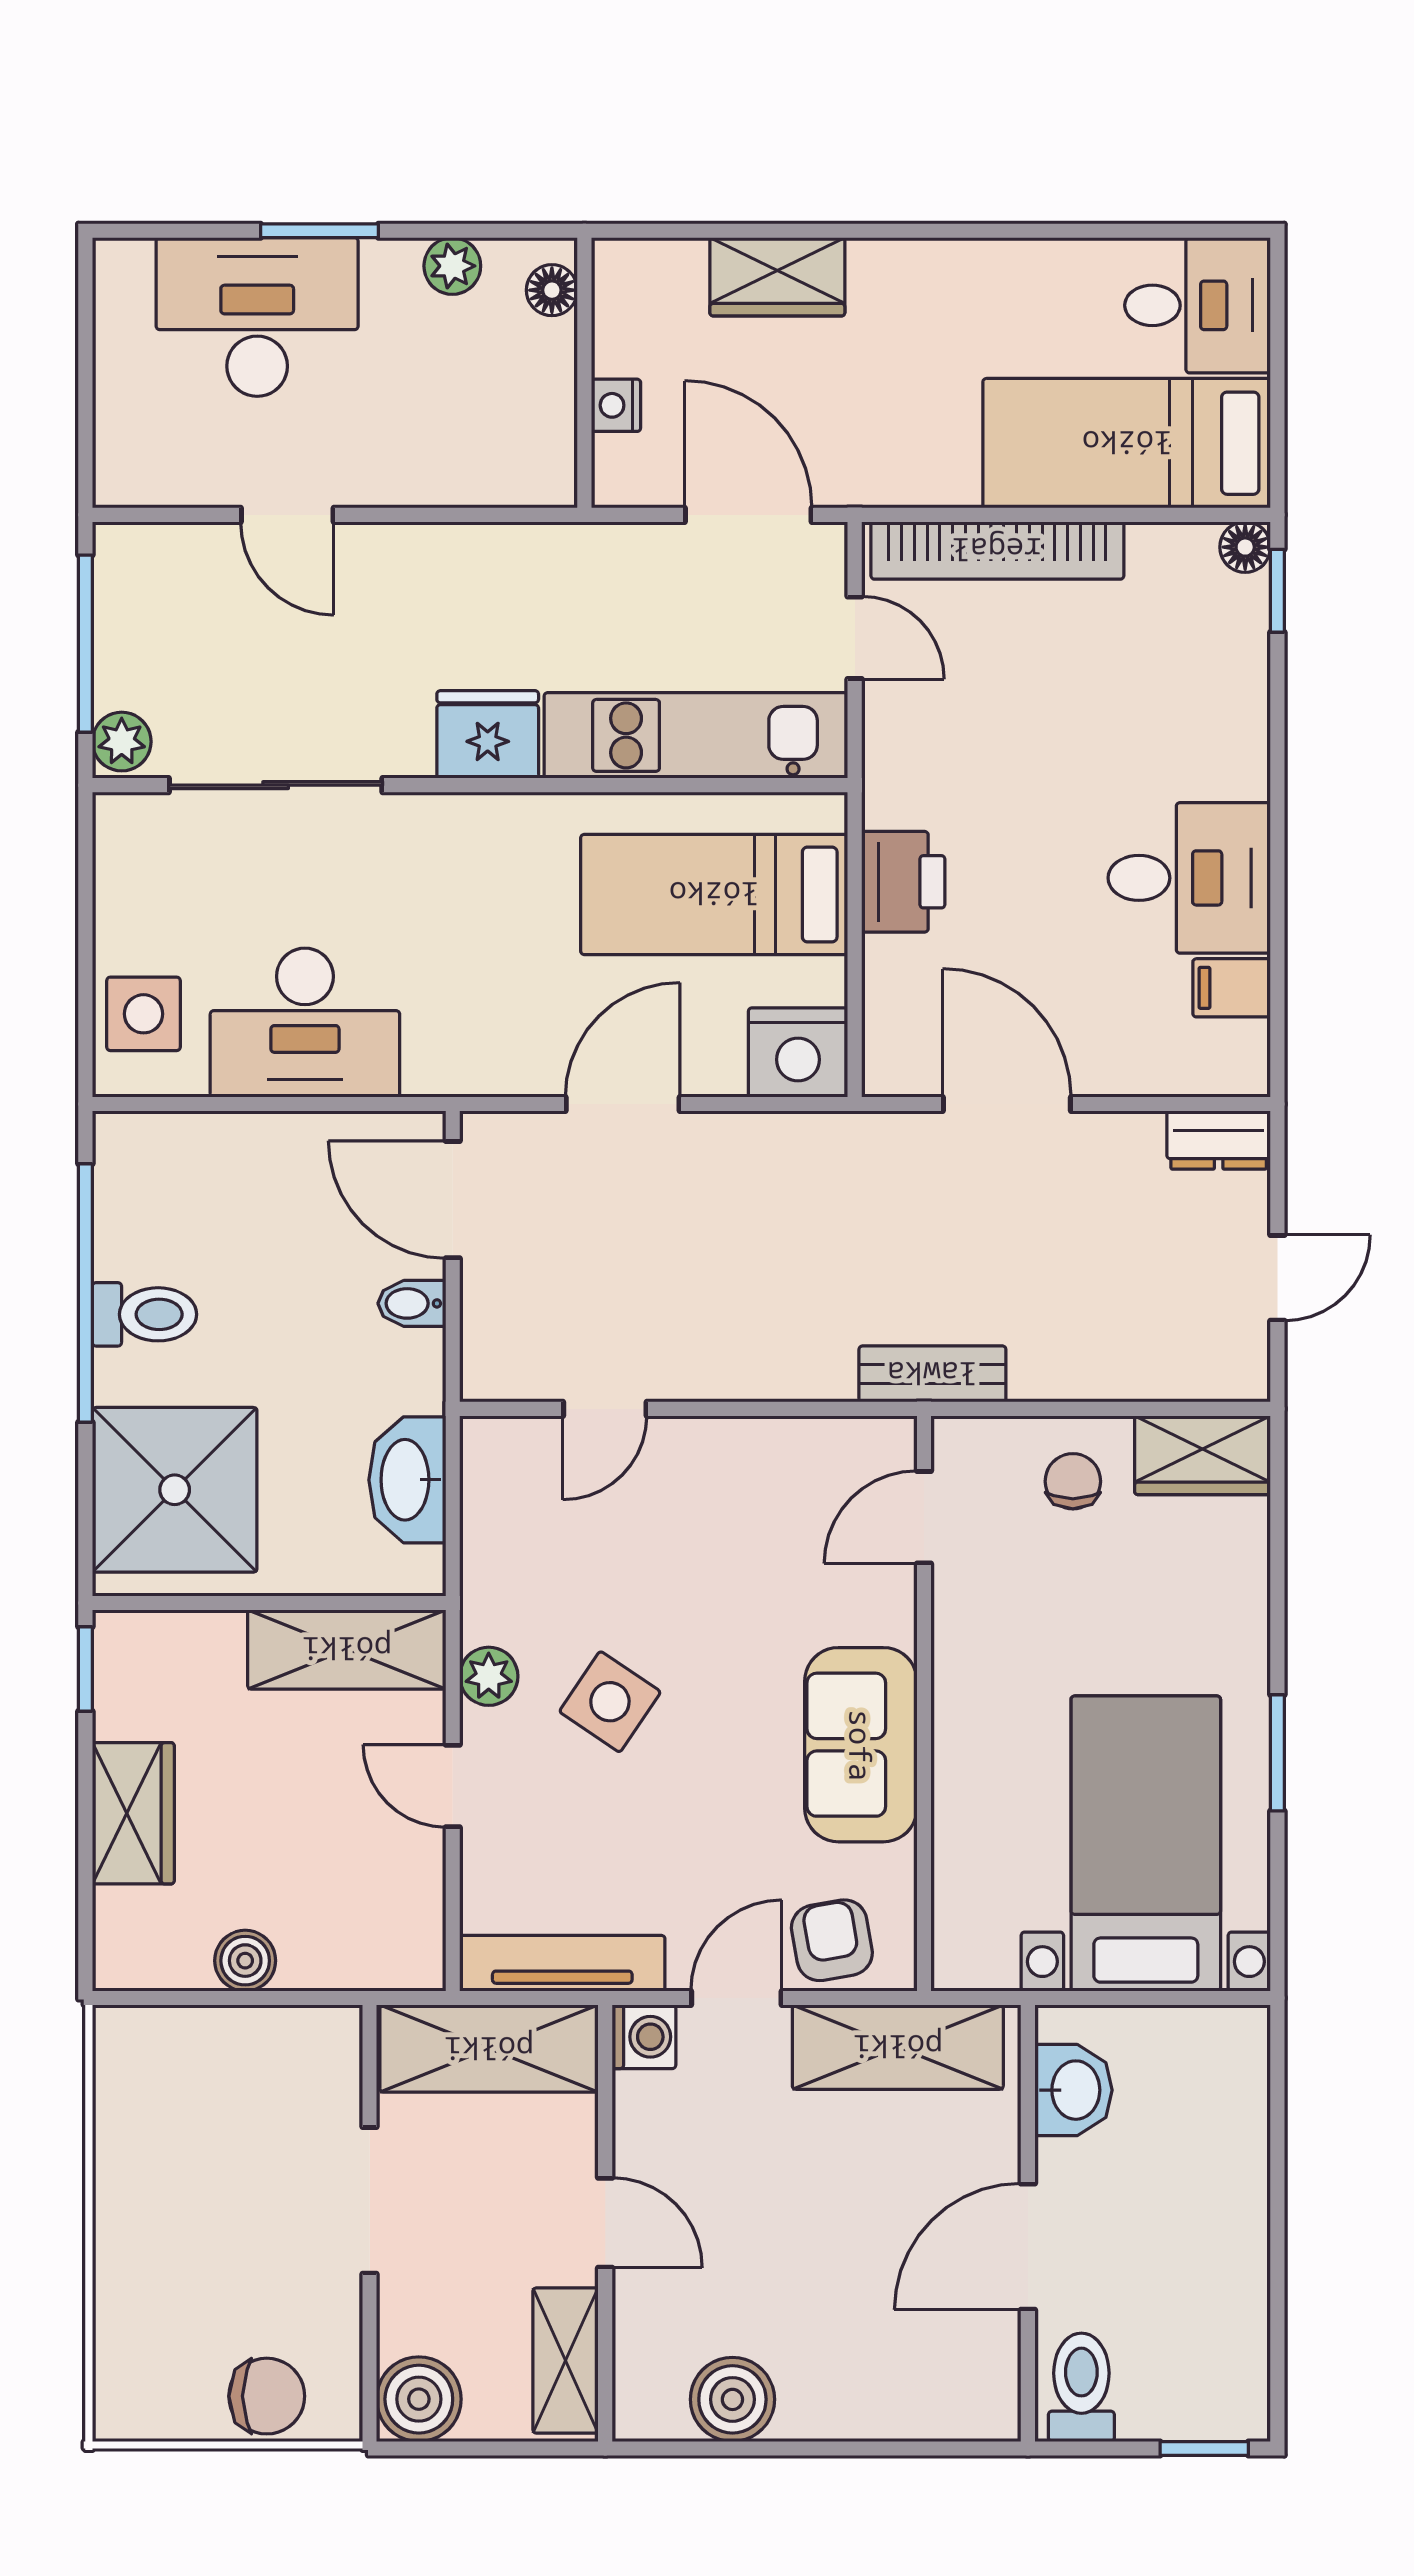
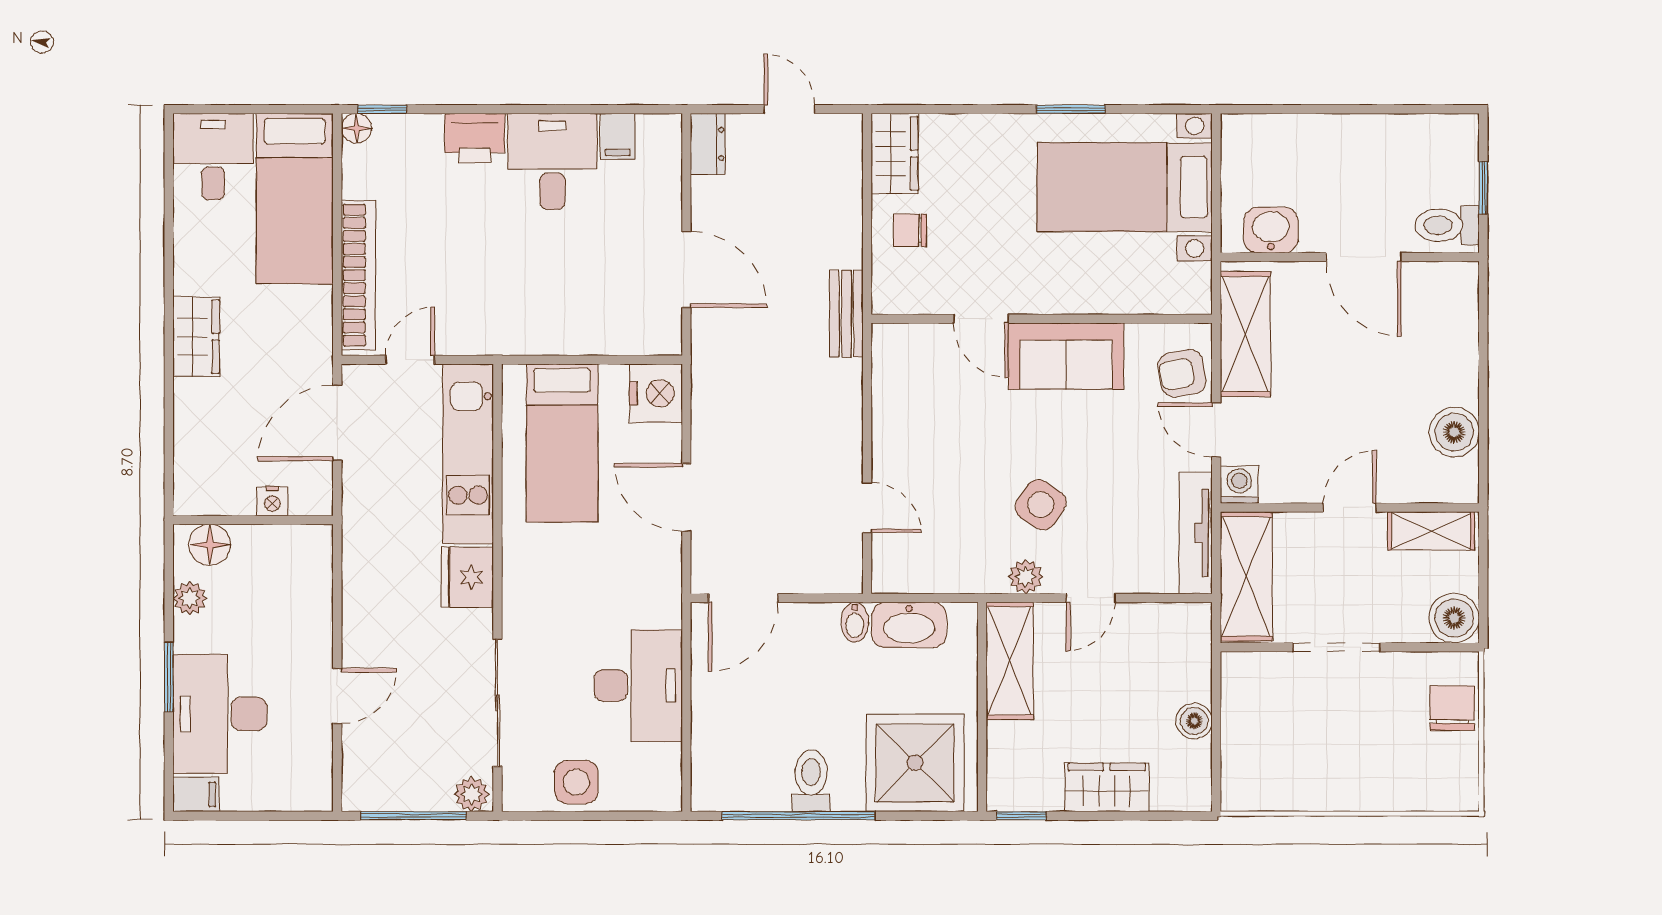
filing cabinet: (121, 277) -> (196, 794), added
wardrobe: (777, 277) -> (196, 337), moved
floor lamp: (552, 290) -> (210, 545), width x1.37, depth x1.37
printer: (903, 882) -> (475, 138), moved, turned 180
side table: (143, 1014) -> (576, 782), moved
door: (1007, 1104) -> (686, 270), swing flipped
bidet: (412, 1303) -> (855, 622), moved
door: (924, 1517) -> (981, 319), moved
window: (1204, 2448) -> (1483, 188), moved

